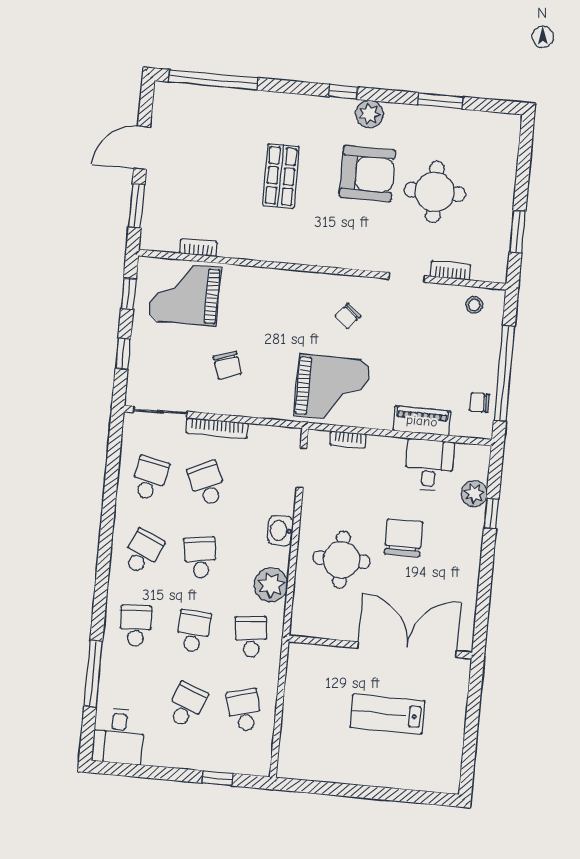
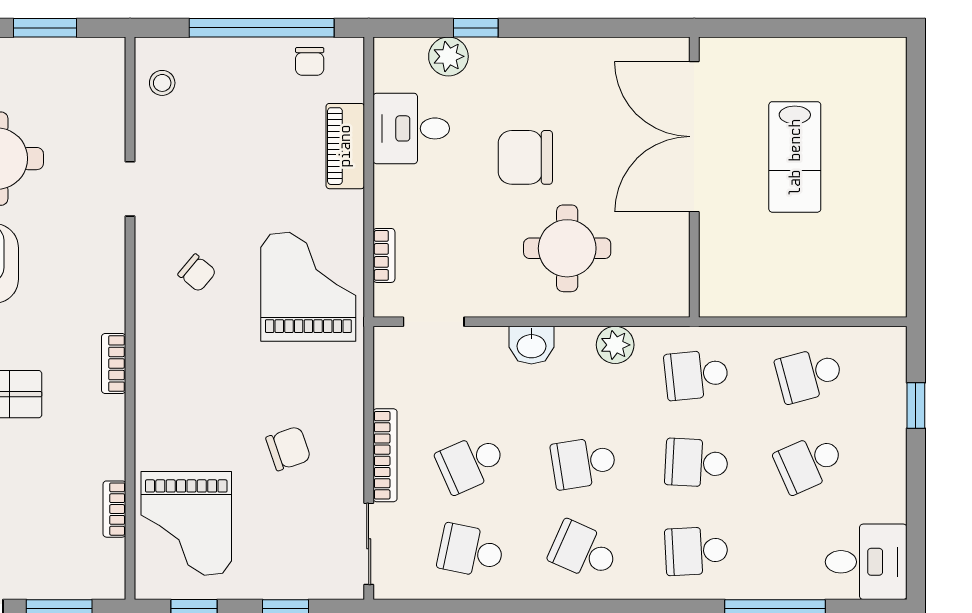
bookcase: (450, 271) -> (114, 363), moved
plant: (271, 585) -> (615, 345), width x0.73, depth x0.73
school desk: (186, 705) -> (809, 463), turned -45

